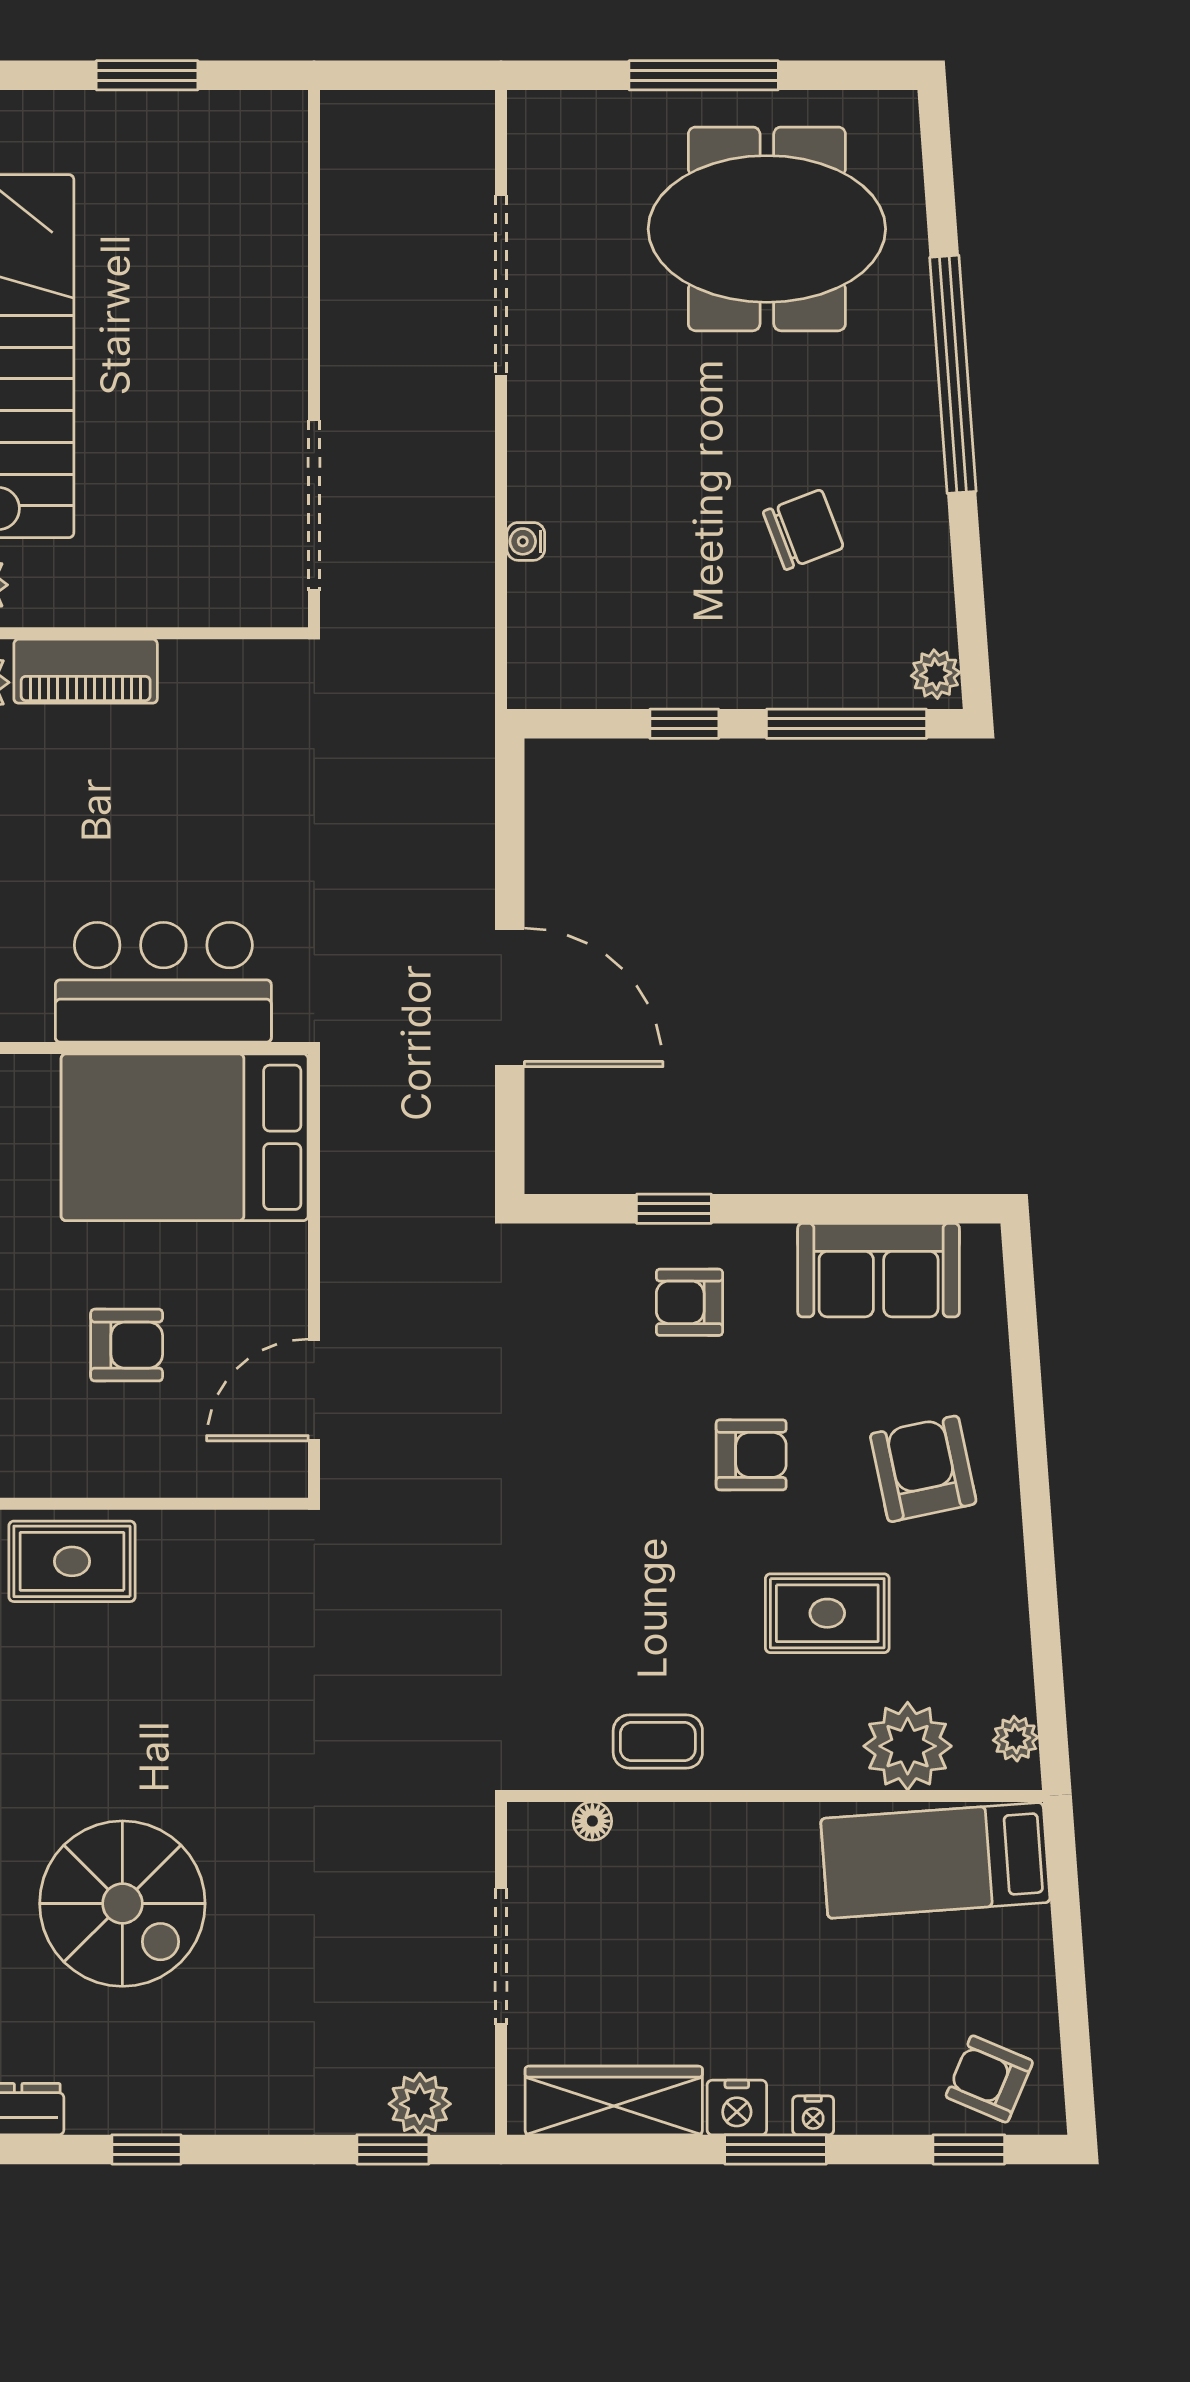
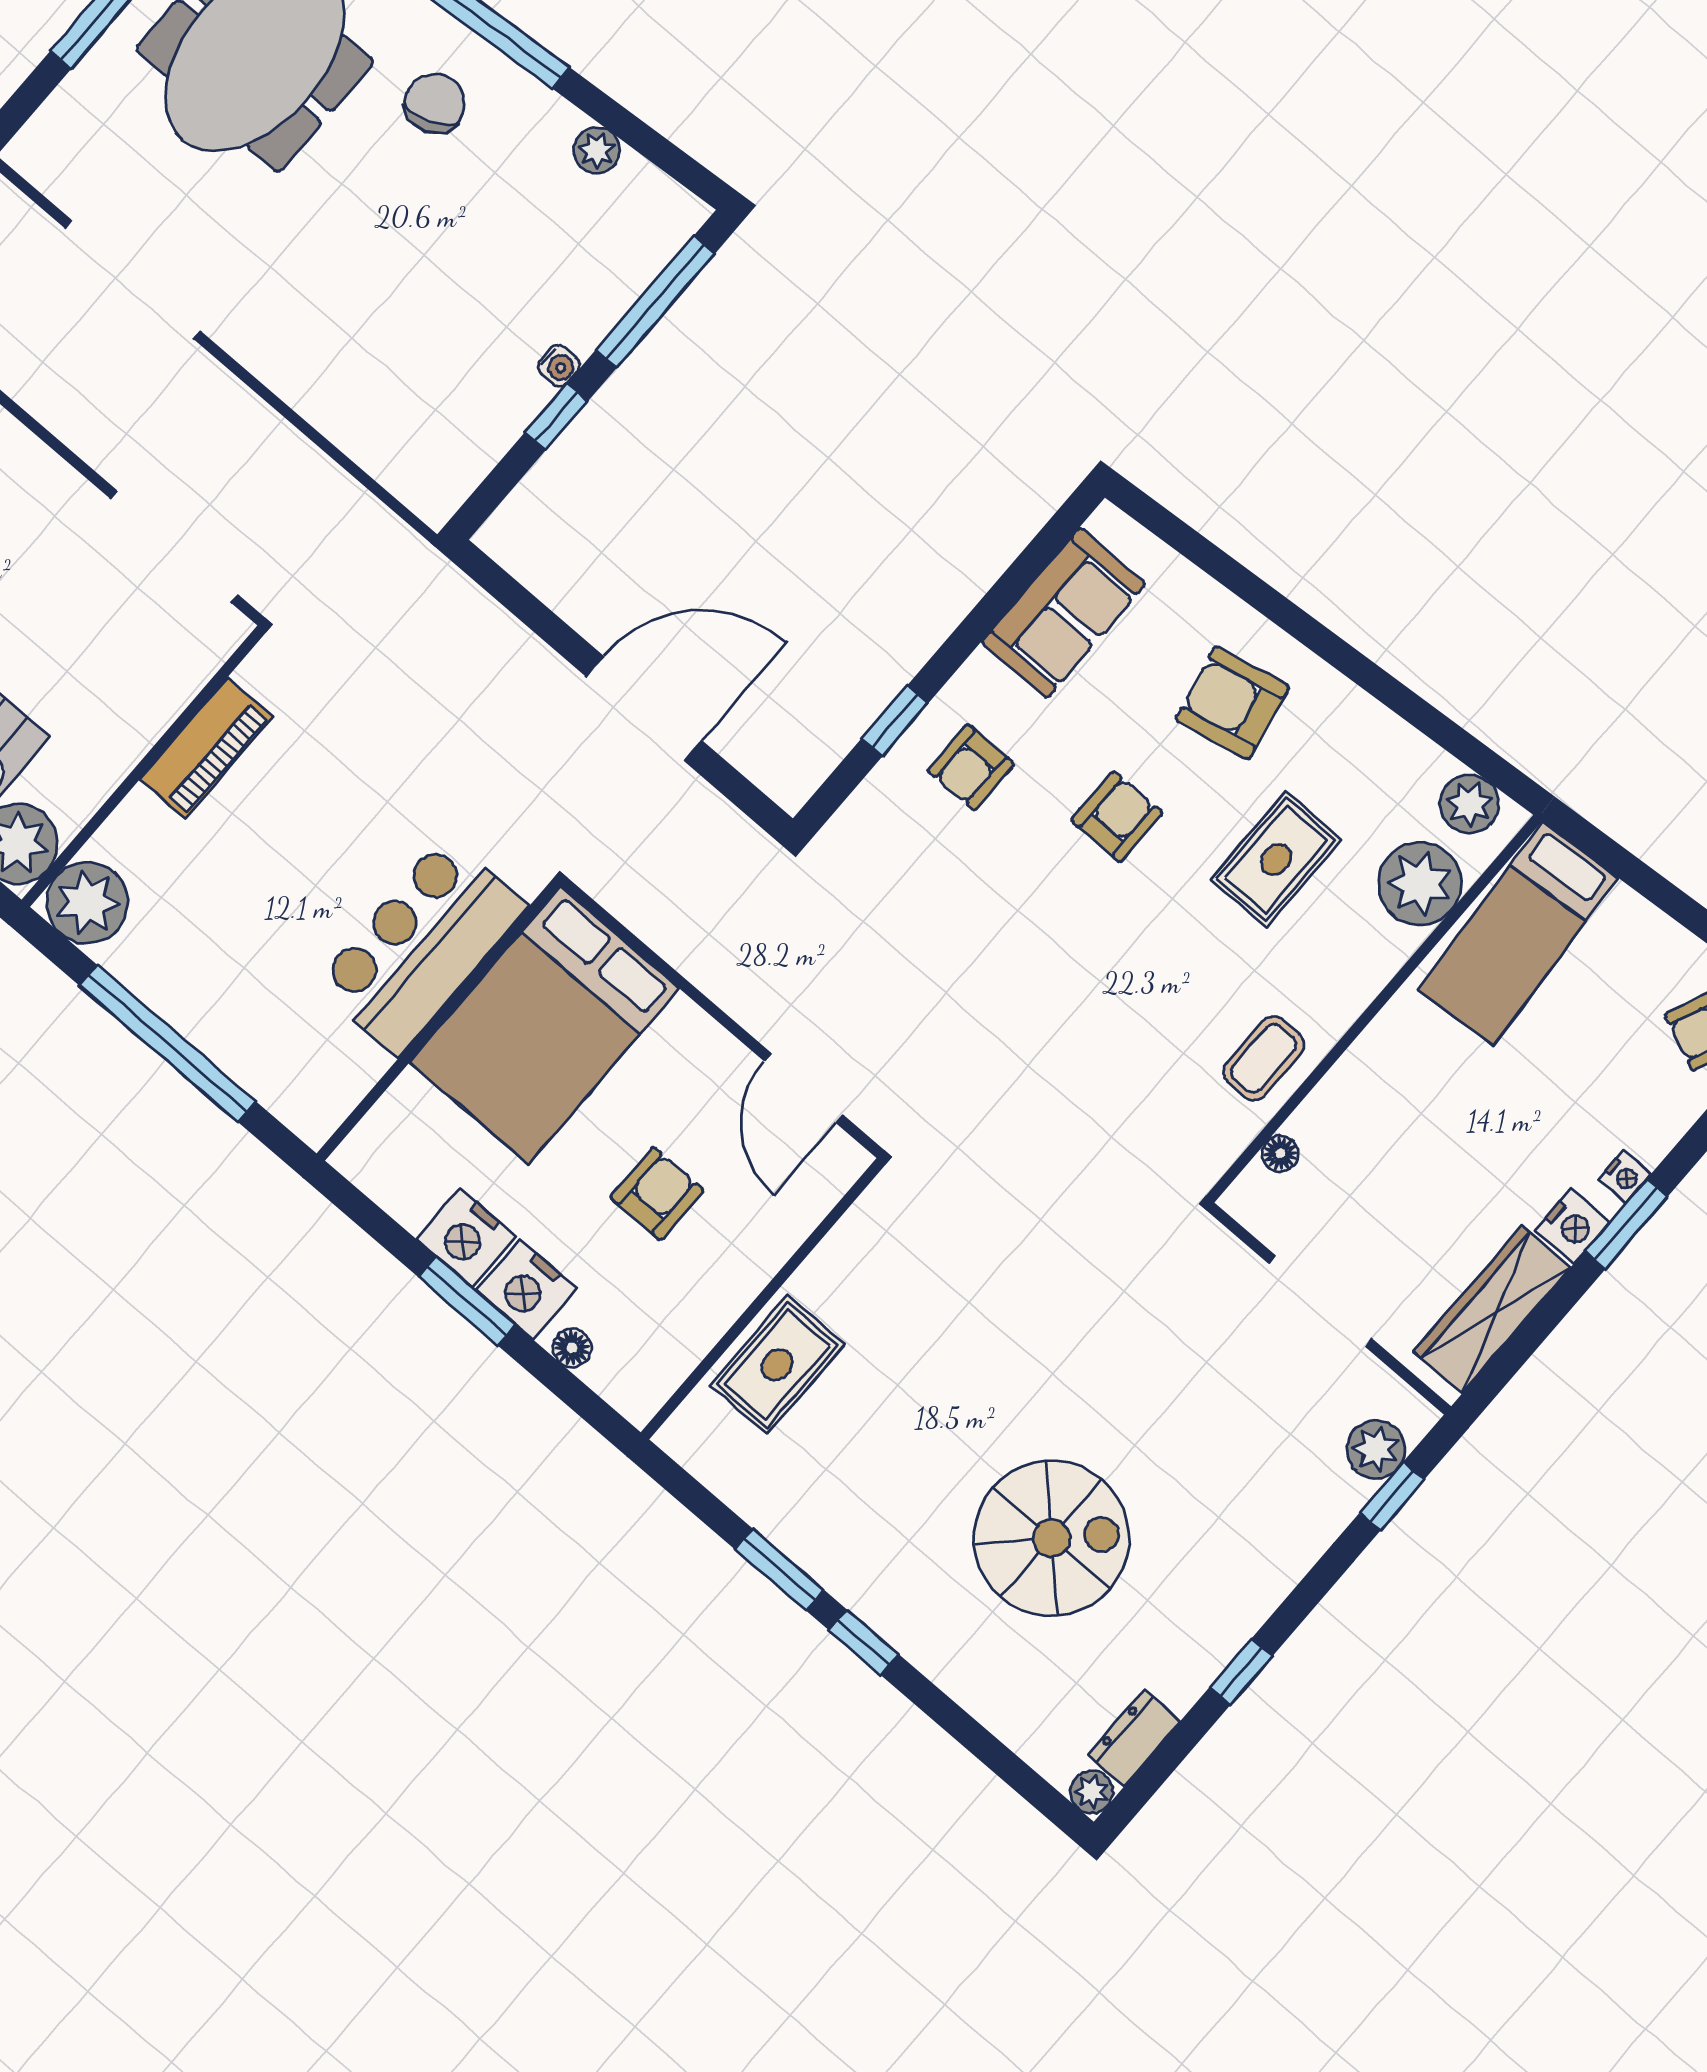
chair: (803, 530) -> (435, 103), moved
water cooler: (526, 541) -> (559, 366), moved, turned -90
piano: (86, 671) -> (206, 748), moved
plant: (936, 674) -> (597, 150), moved
plant: (1016, 1739) -> (1469, 804), width x1.38, depth x1.38

